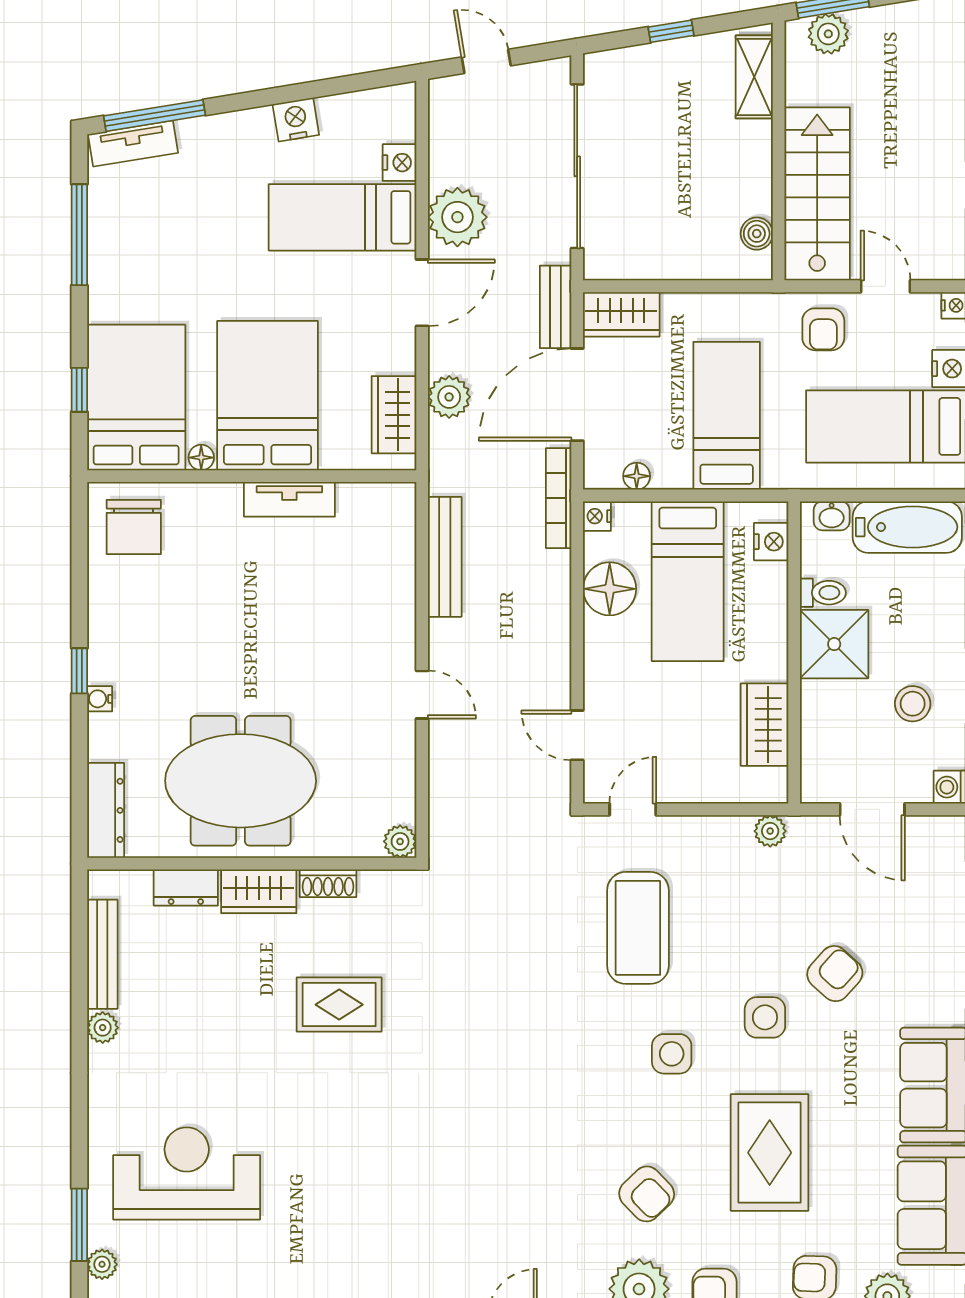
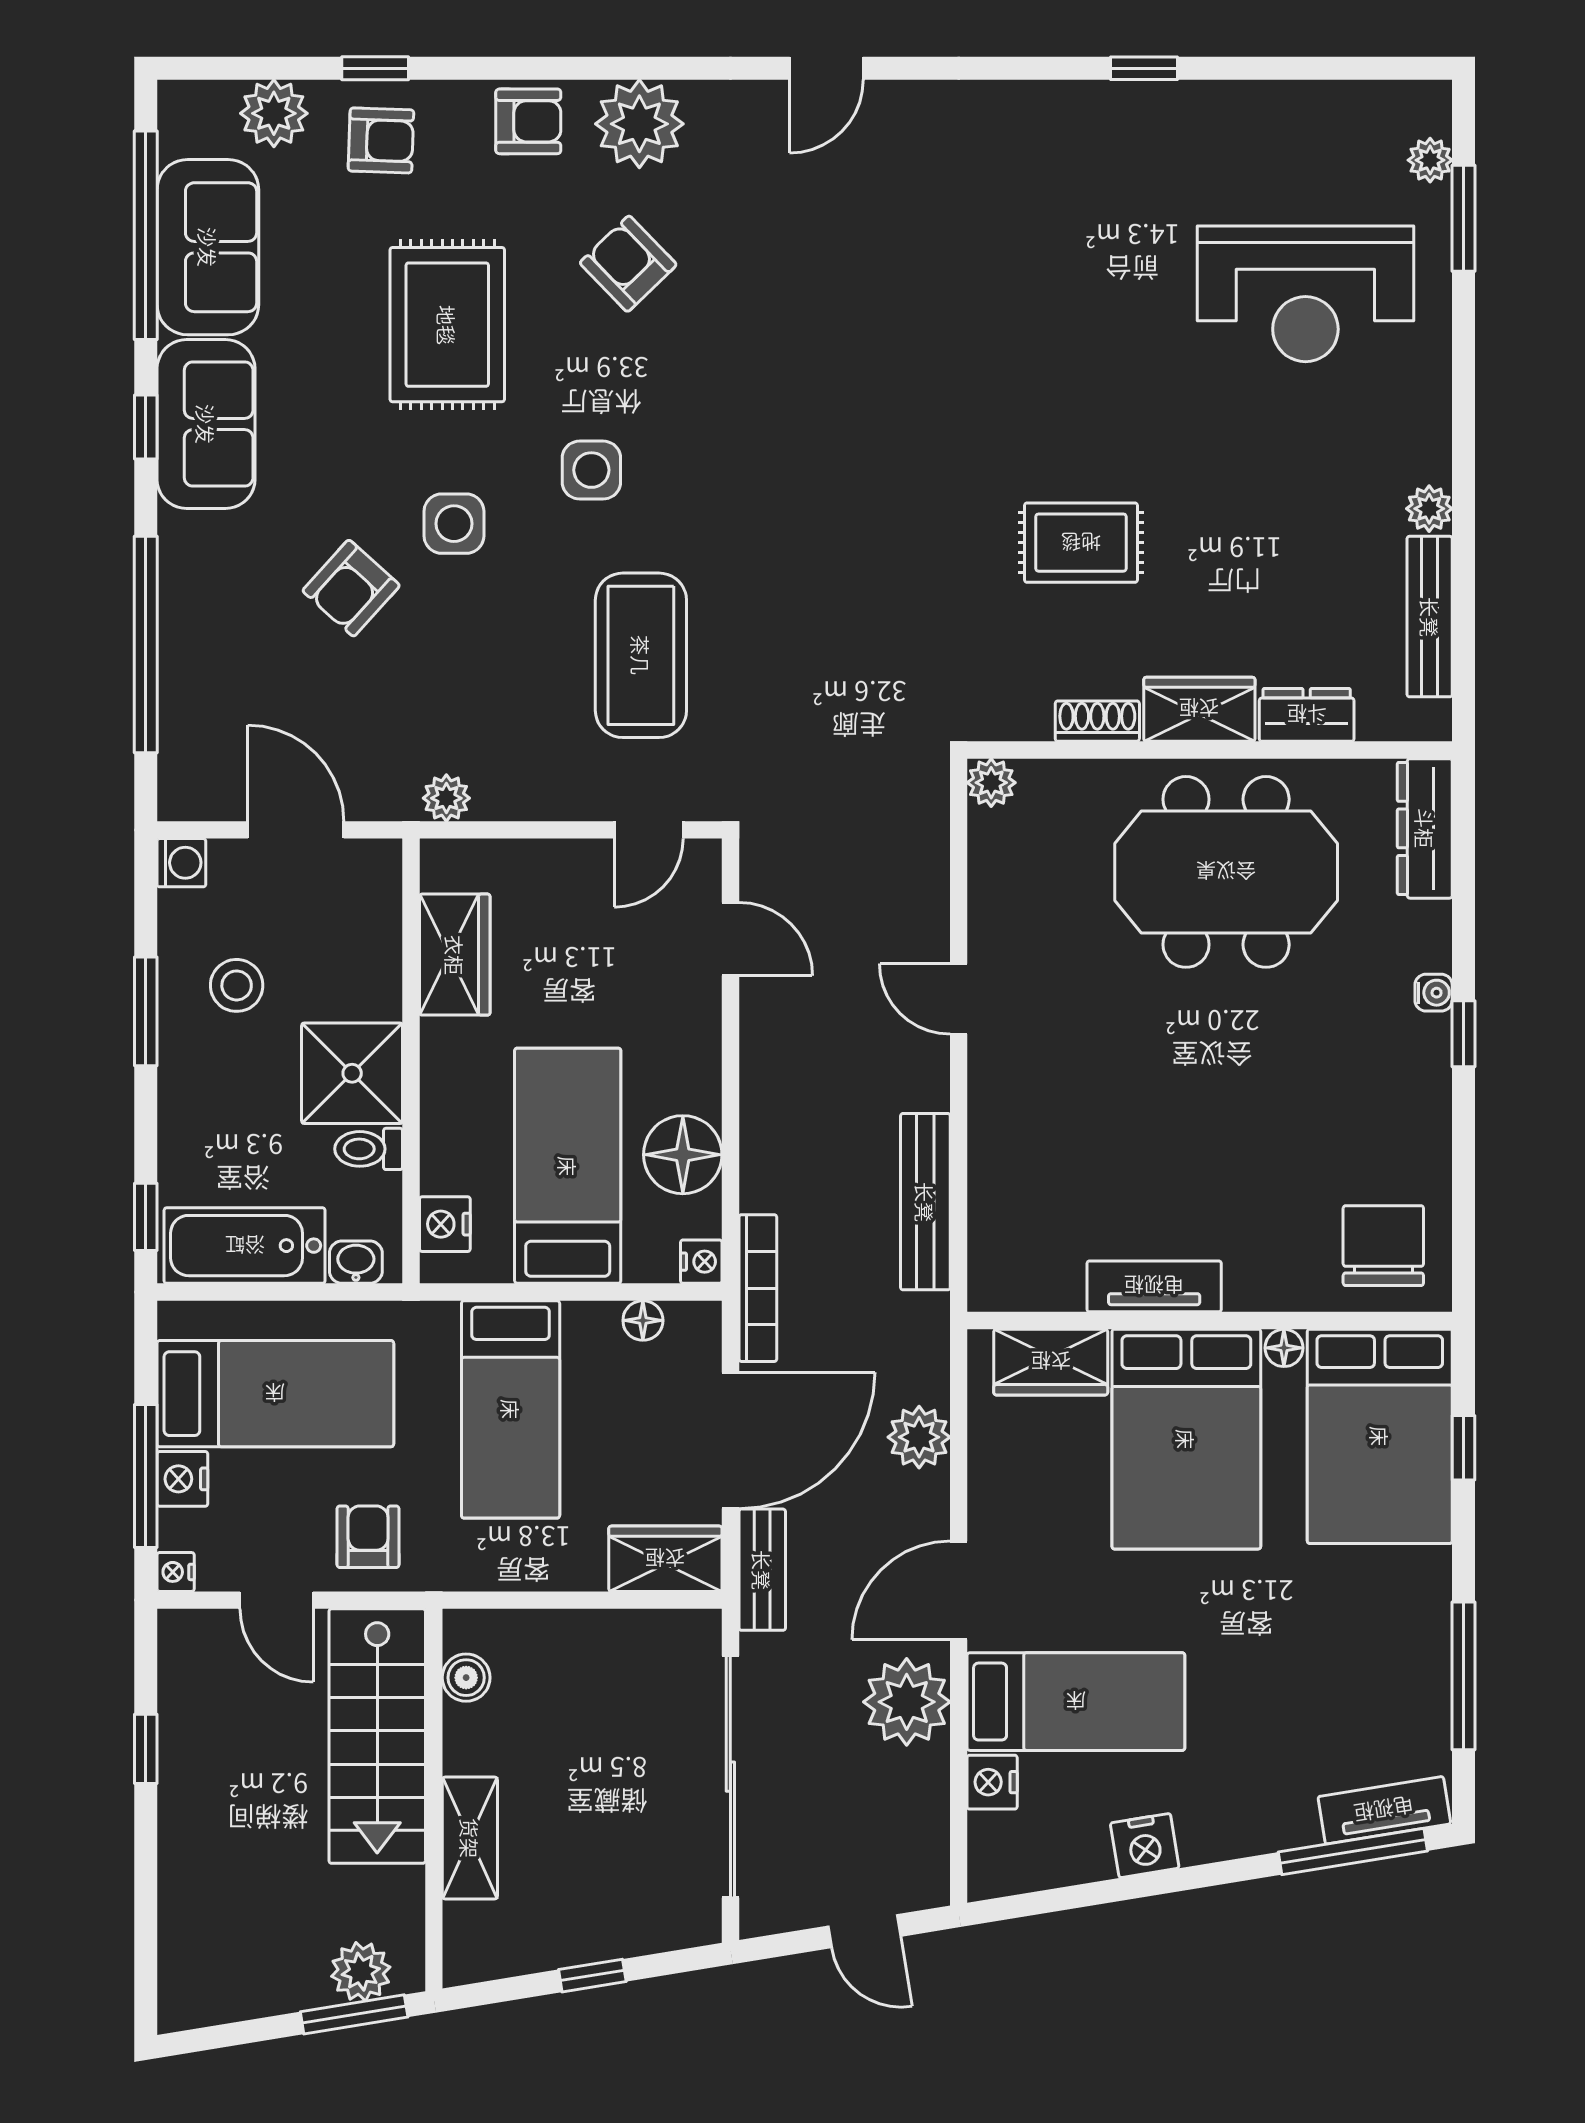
shelving: (754, 77) -> (470, 1838), moved
wardrobe: (394, 415) -> (1051, 1362), moved, turned 90

